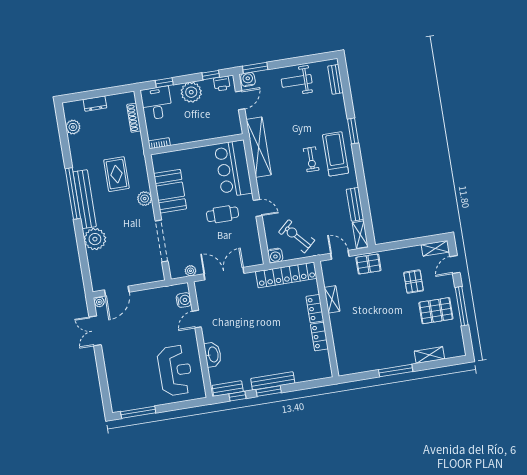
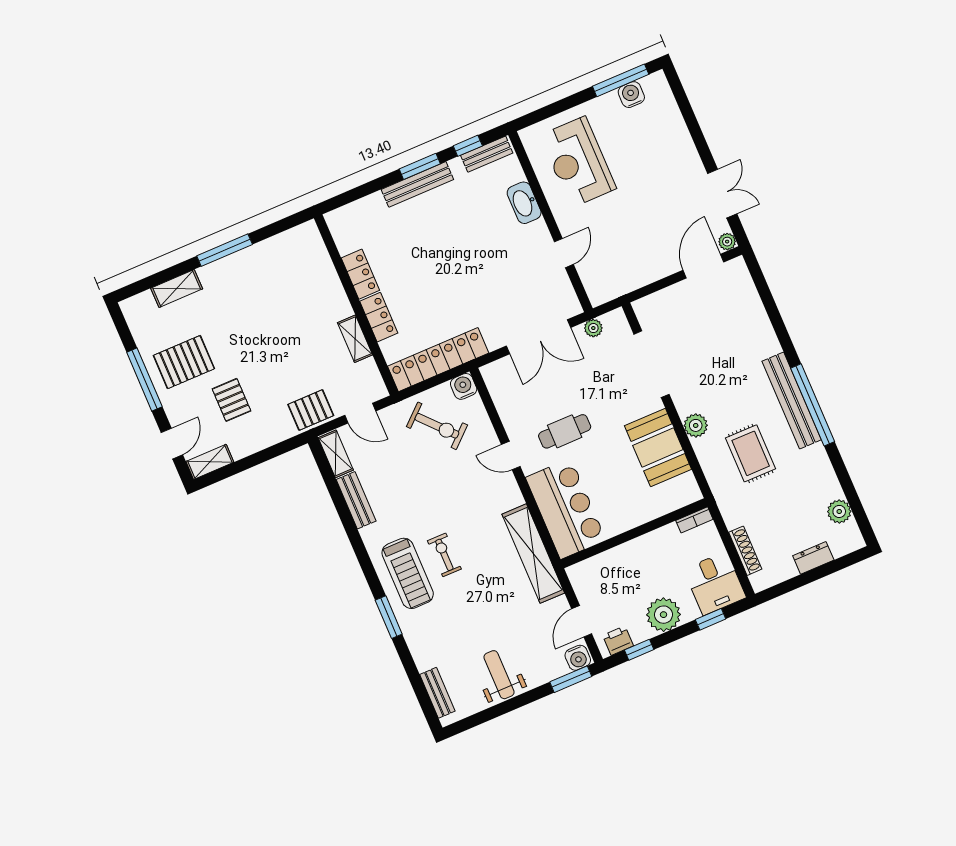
weight bench: (297, 81) -> (499, 675), turned -90
plant: (95, 239) -> (759, 341), removed
water cooler: (184, 300) -> (631, 95), moved, turned 90

